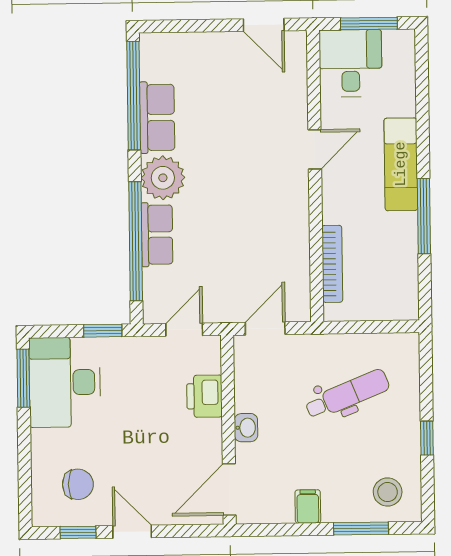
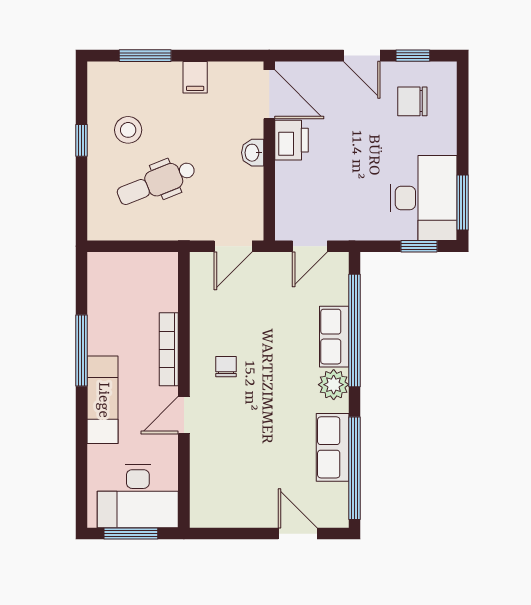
door: (264, 25) -> (298, 534), moved
desk: (351, 63) -> (138, 496), width x1.37
plant: (163, 178) -> (334, 385), width x0.73, depth x0.73
chair: (271, 201) -> (226, 367), added
bookcase: (332, 264) -> (169, 349), moved
window: (103, 331) -> (419, 246), moved
printer: (204, 396) -> (291, 140), moved
door: (229, 489) -> (269, 94), hinge flipped
stool: (388, 492) -> (128, 130), moved

